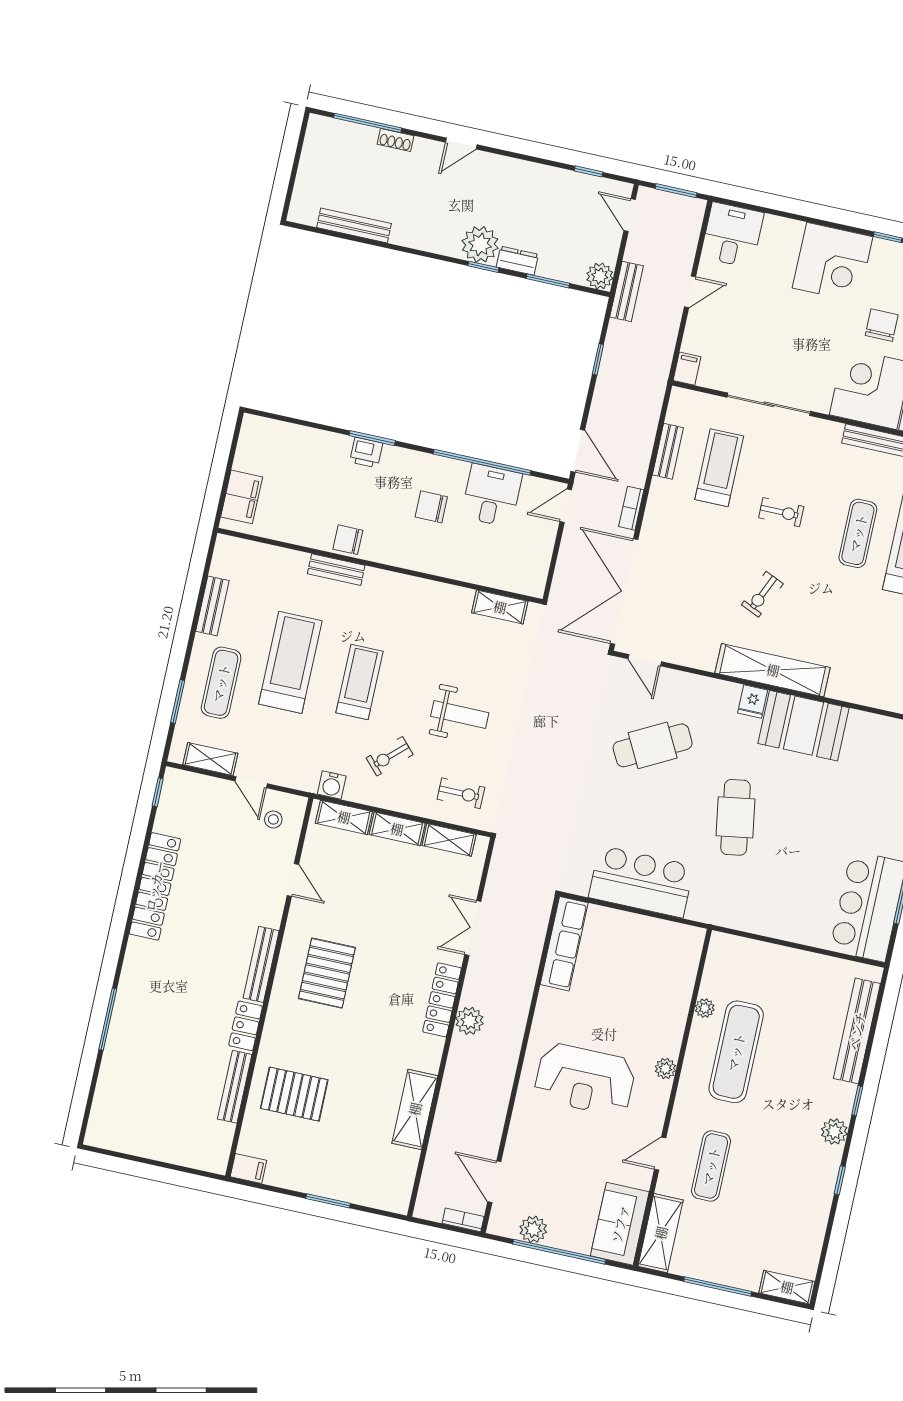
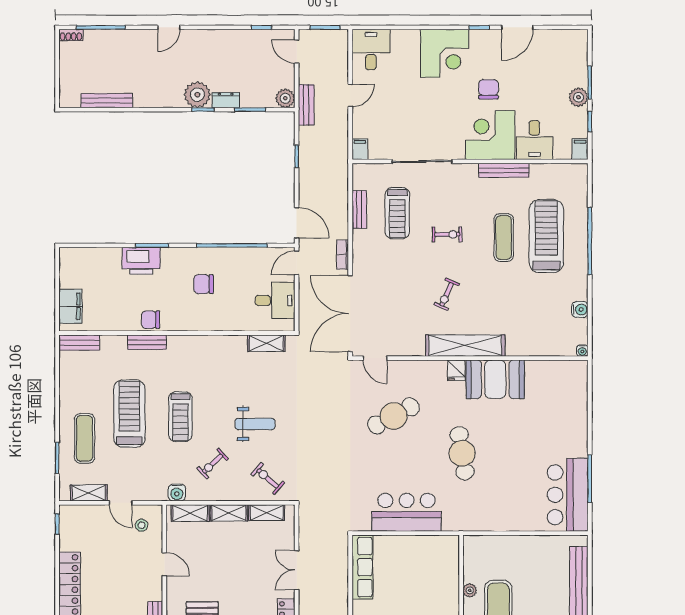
shoe rack: (395, 140) -> (71, 35), moved
printer: (366, 452) -> (141, 261), width x1.87, depth x1.48
treadmill: (719, 468) -> (397, 213), turned 180
desk: (492, 495) -> (275, 300), moved, turned 90
bench: (212, 606) -> (79, 343), moved, turned 90
treadmill: (360, 682) -> (180, 417), turned 180
exercise bike: (461, 793) -> (268, 478), turned -139

